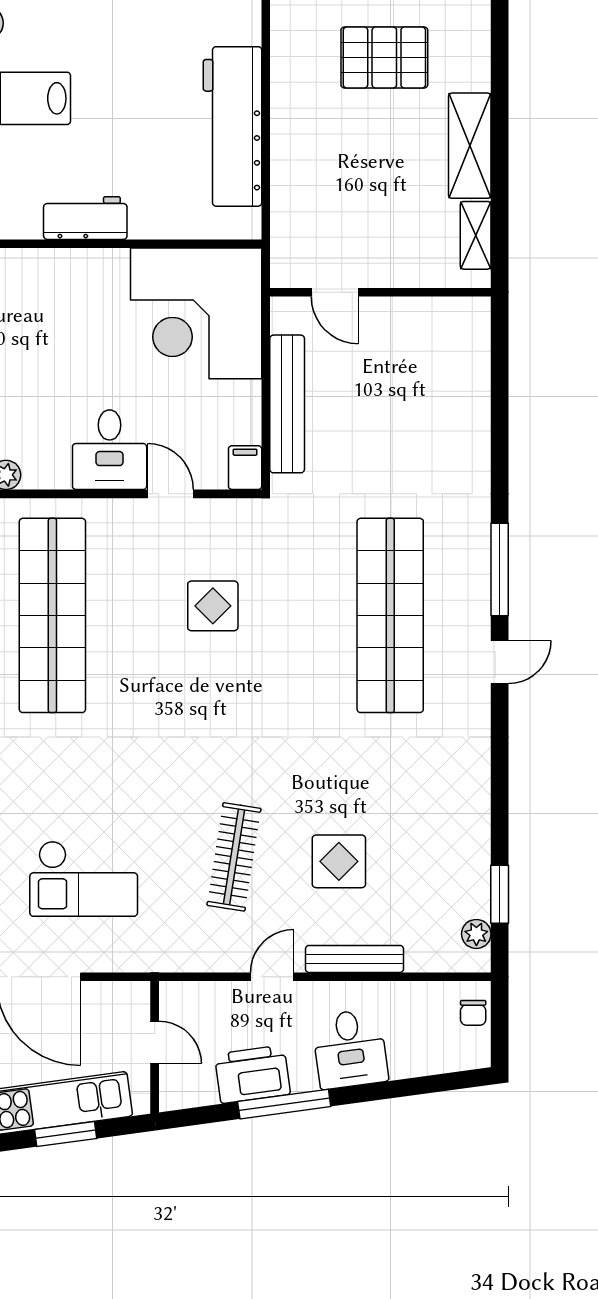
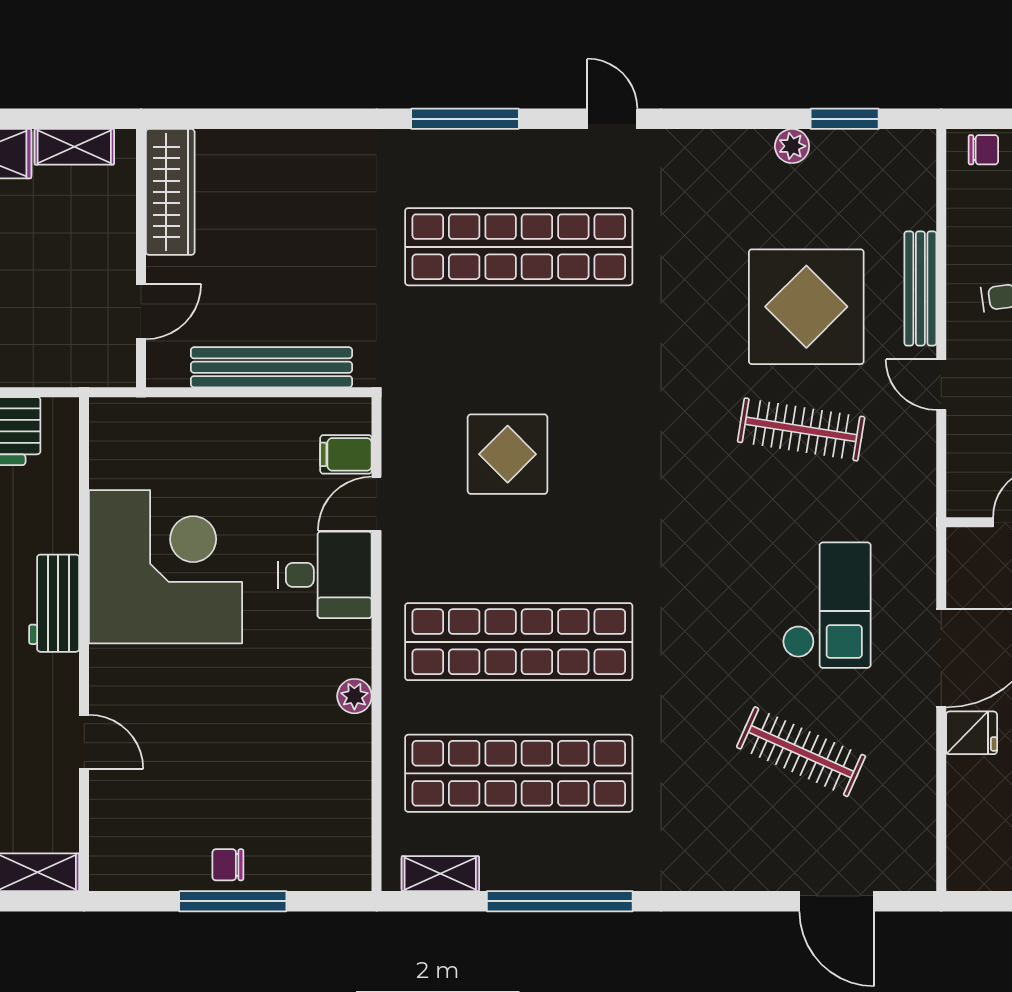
corner desk: (196, 313) -> (166, 567), moved, turned -90
wardrobe: (437, 317) -> (170, 192), added
filing cabinet: (245, 468) -> (346, 454), moved
display table: (213, 606) -> (508, 454), width x1.36, depth x1.36
door: (500, 662) -> (612, 119), moved
display table: (339, 861) -> (806, 307), width x1.86, depth x1.86
plant: (476, 934) -> (792, 146), moved

